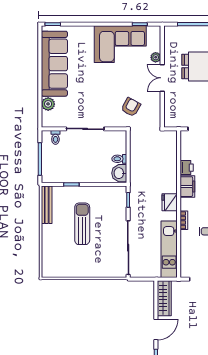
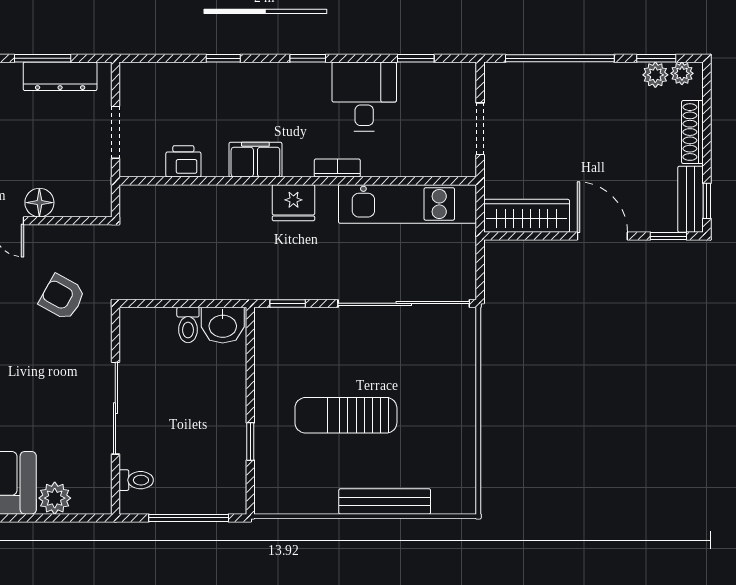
floor lamp: (170, 98) -> (39, 203), added
printer: (187, 168) -> (183, 161), moved
bench: (47, 205) -> (385, 501), moved

